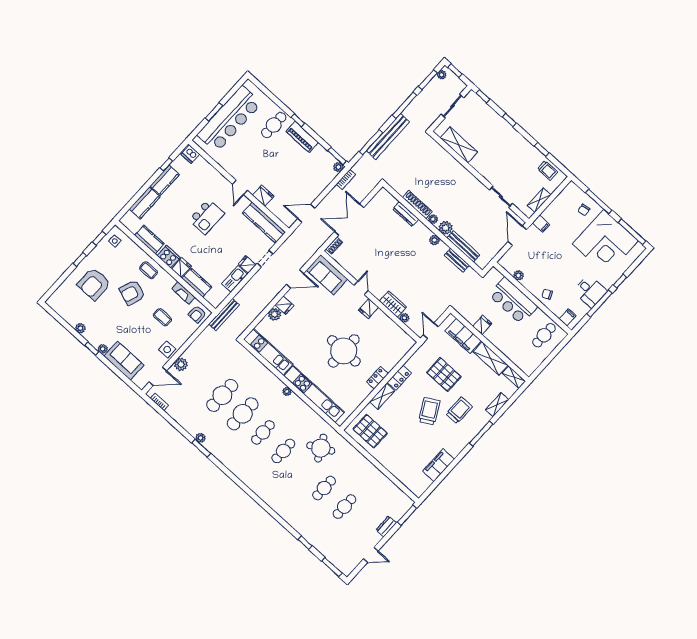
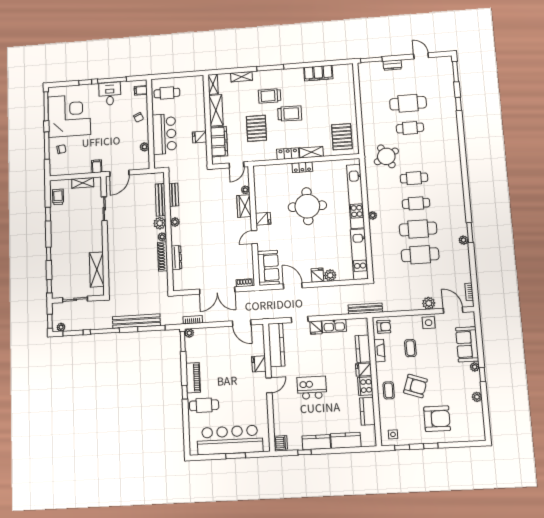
trolley: (429, 411) -> (290, 114), turned -150
cafe table: (344, 507) -> (408, 103), width x1.37, depth x1.35

